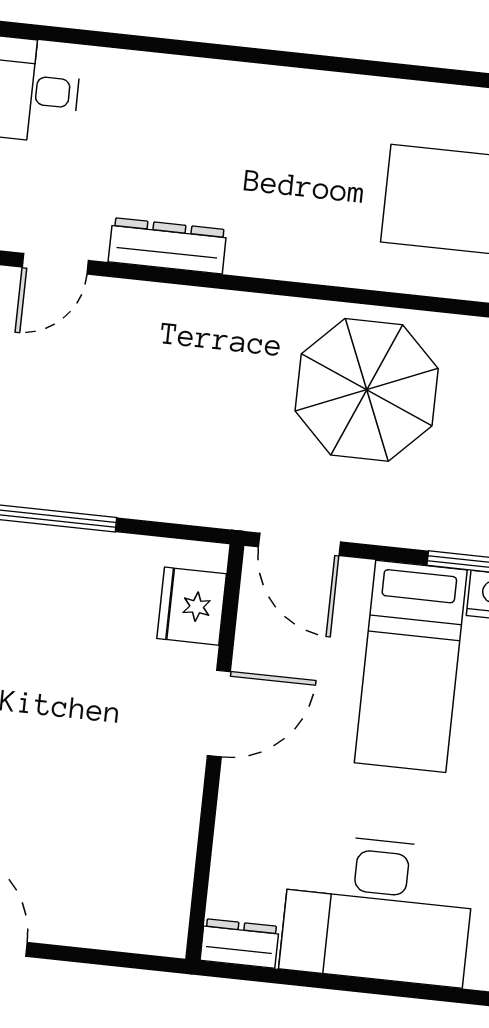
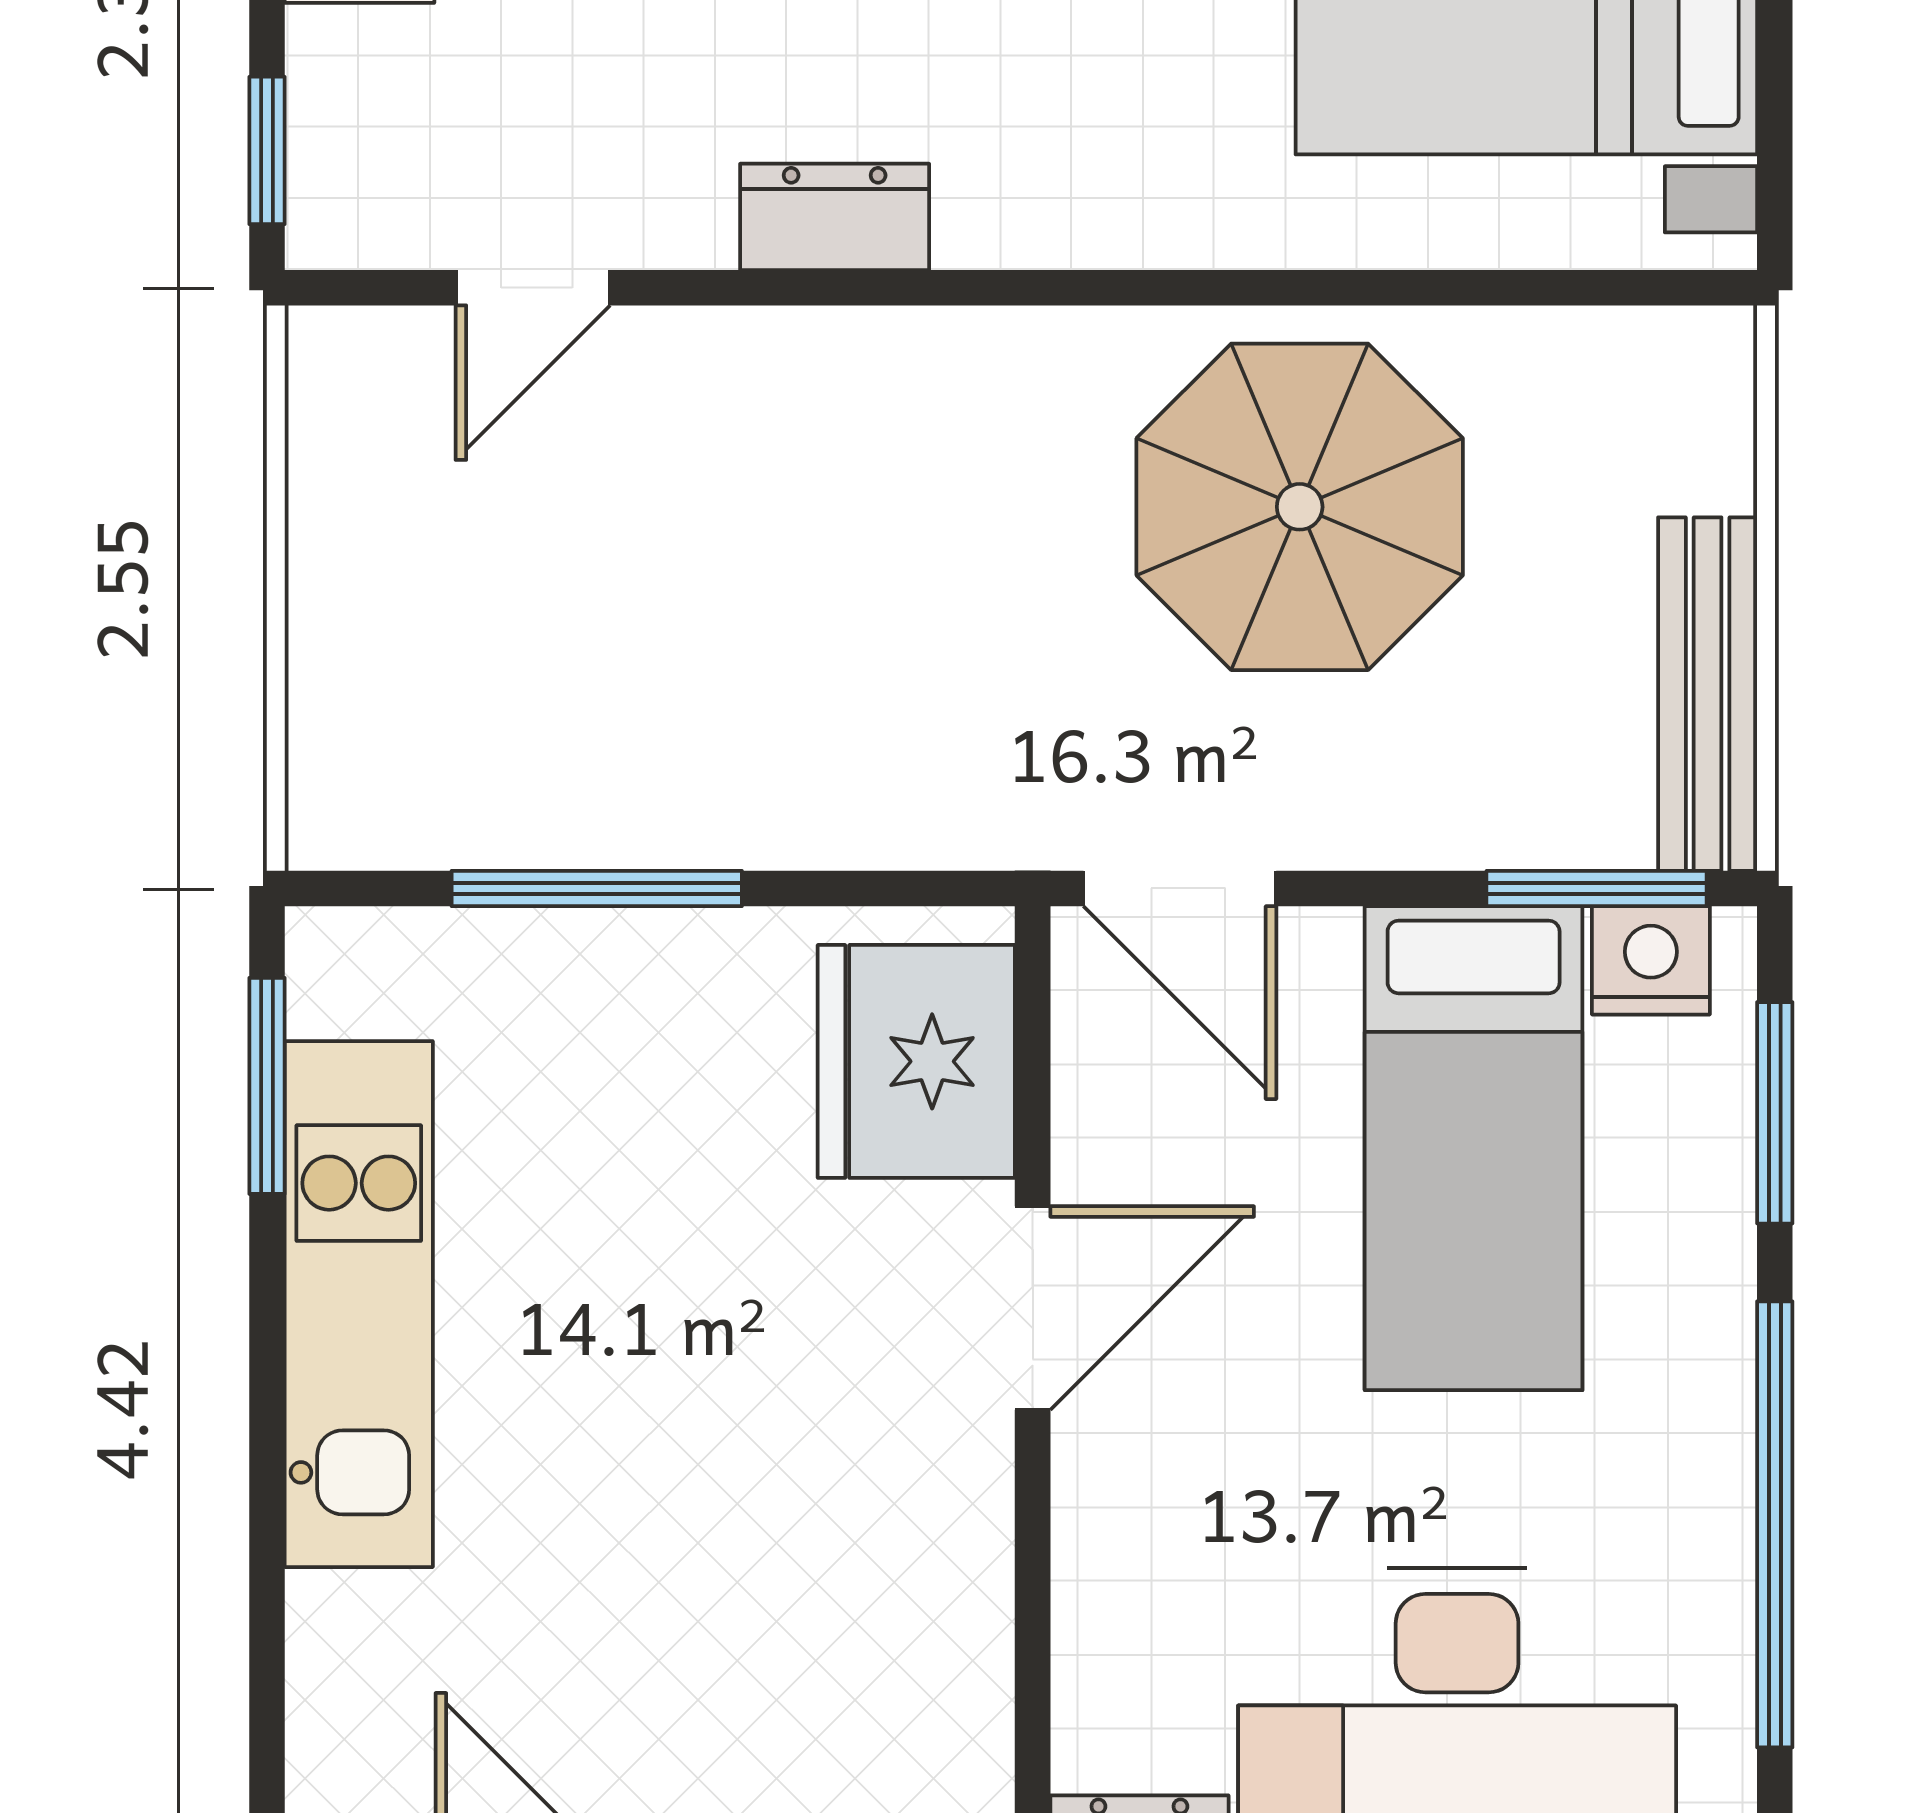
dresser: (167, 246) -> (835, 217), width x0.70
fridge: (192, 606) -> (916, 1061), width x1.36, depth x1.34

